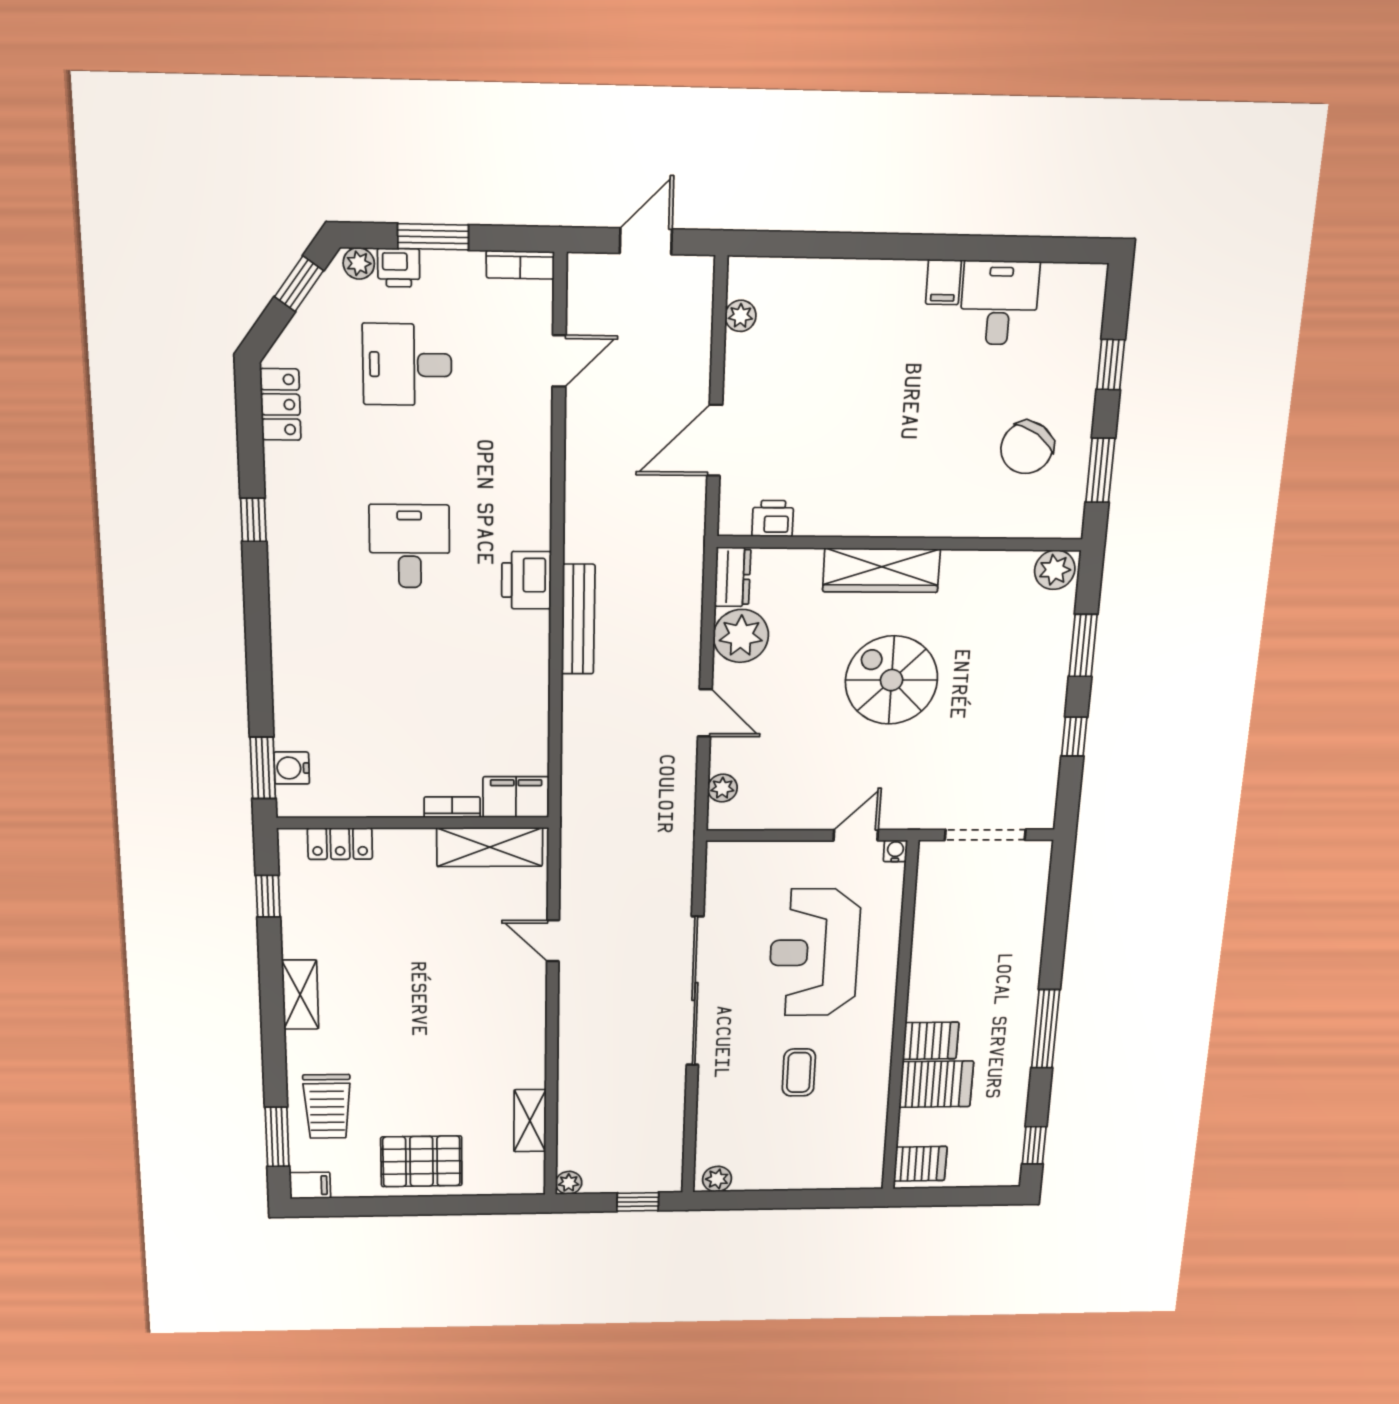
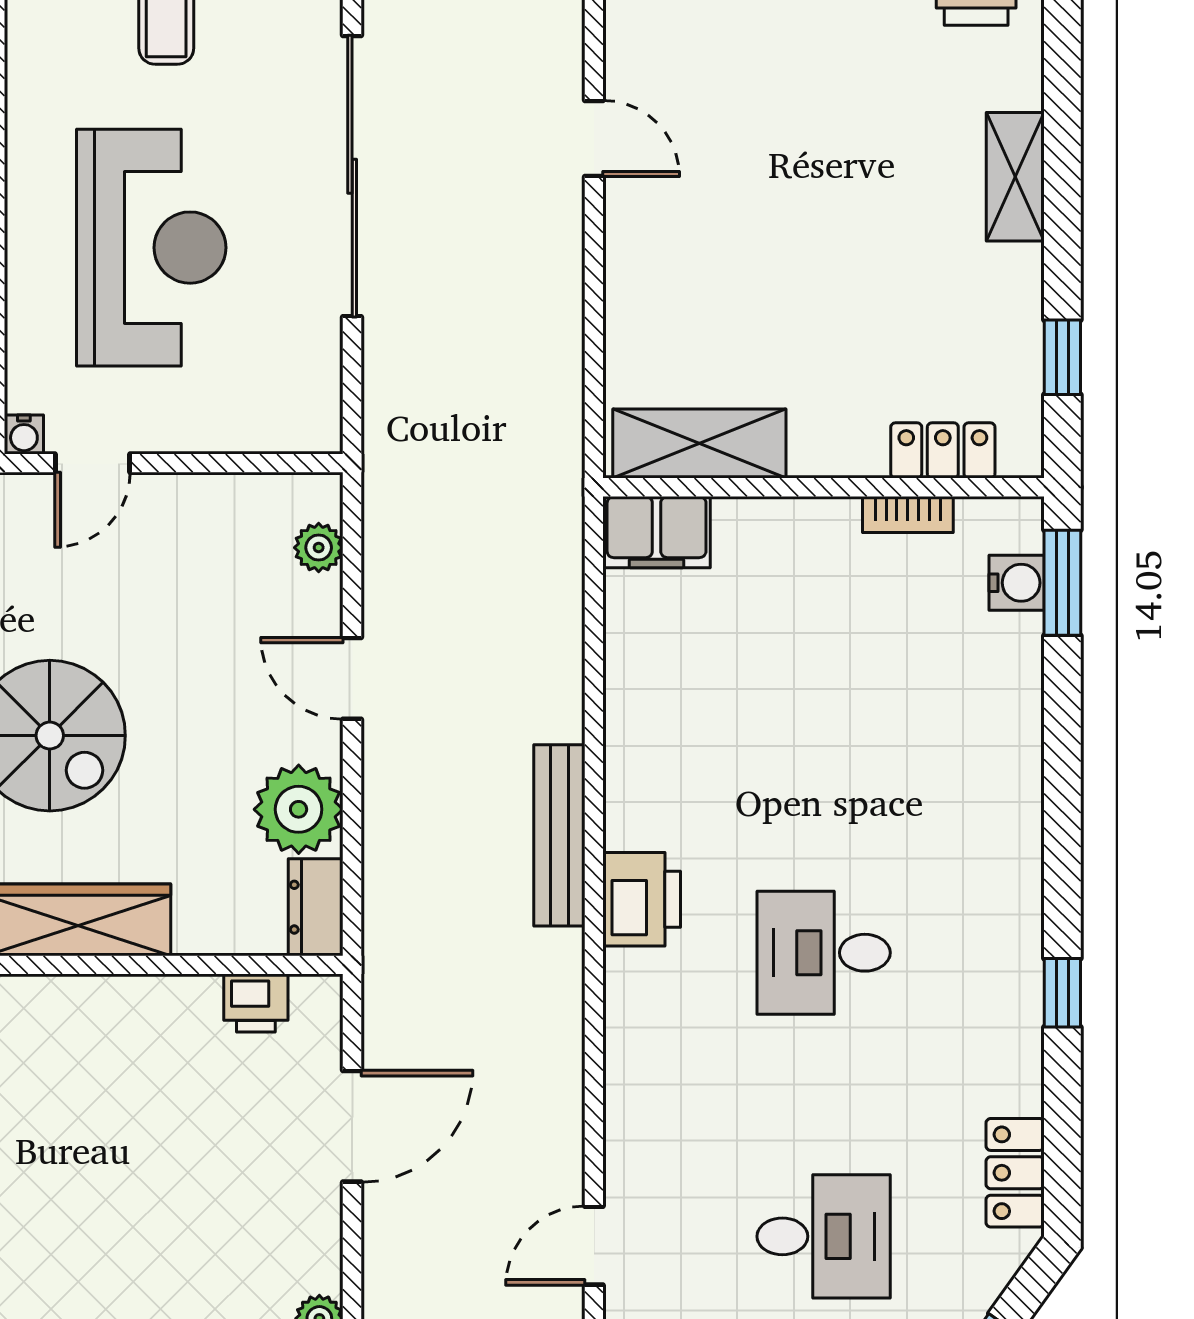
desk: (410, 546) -> (824, 953), turned 90
bookcase: (452, 807) -> (908, 514), moved
door: (553, 941) -> (594, 139), moved

